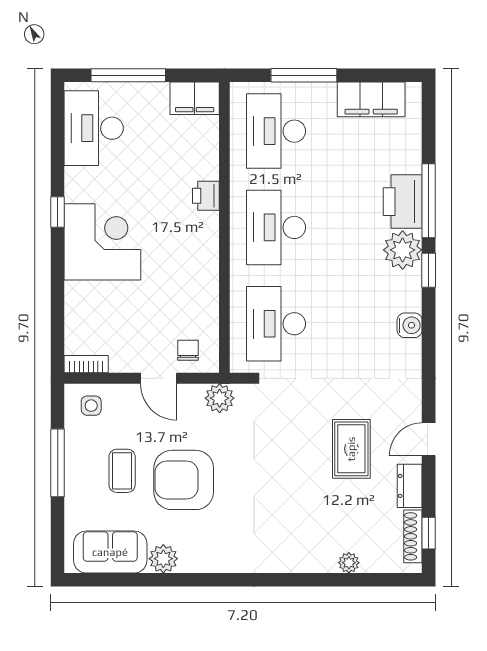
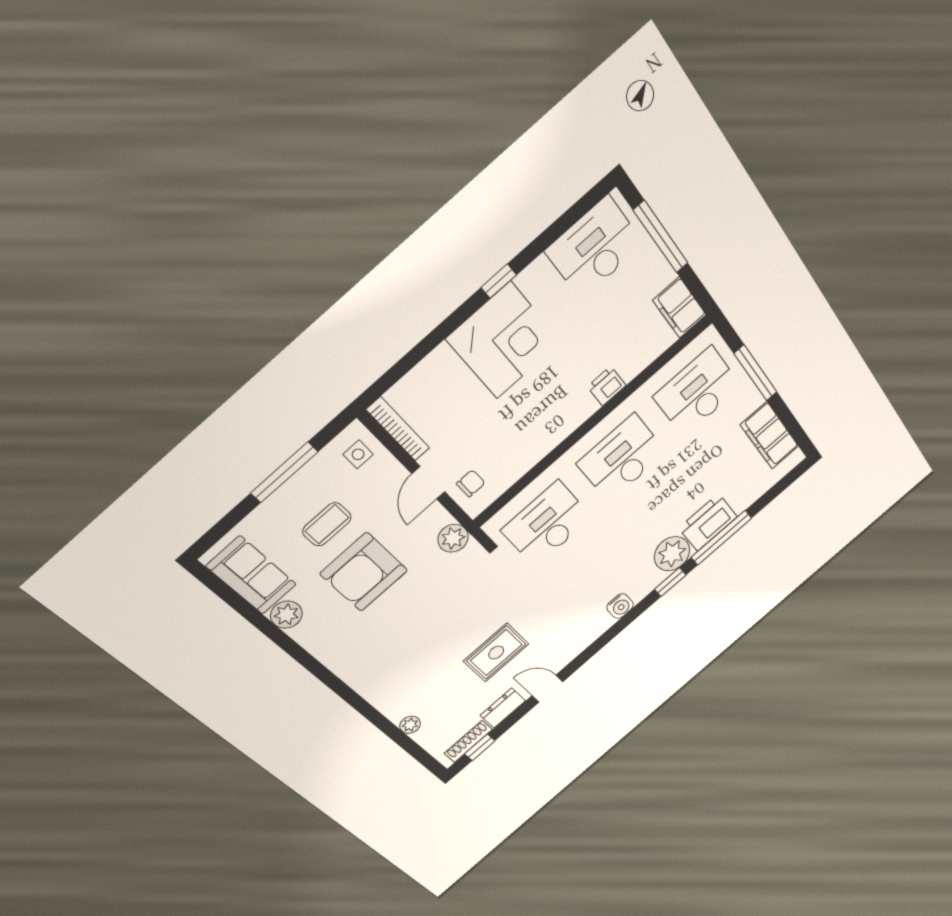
bookcase: (86, 364) -> (398, 429), width x1.56
armchair: (184, 480) -> (364, 572), turned -90

